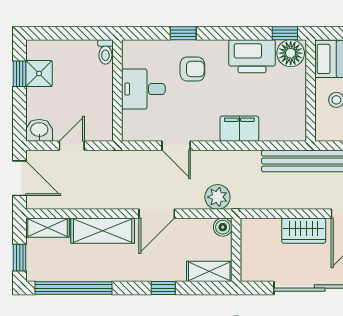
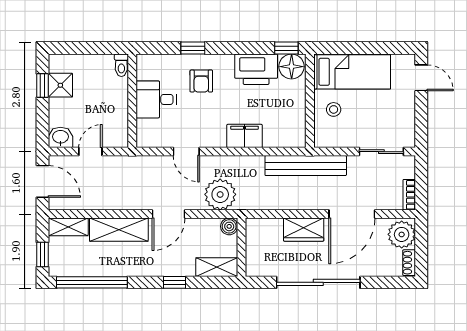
armchair: (192, 69) -> (201, 81), turned 90
plant: (217, 197) -> (220, 194), width x1.36, depth x1.36

